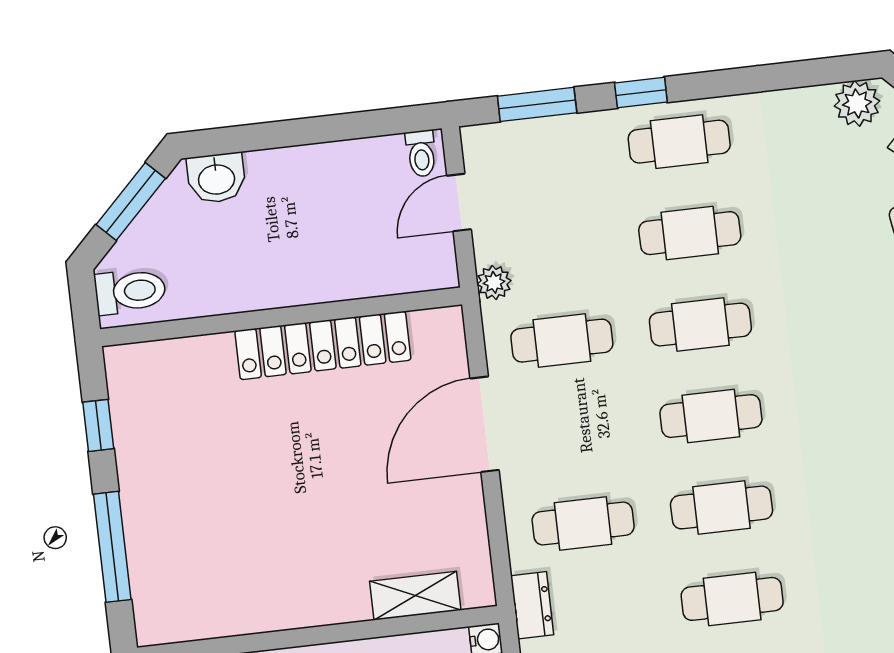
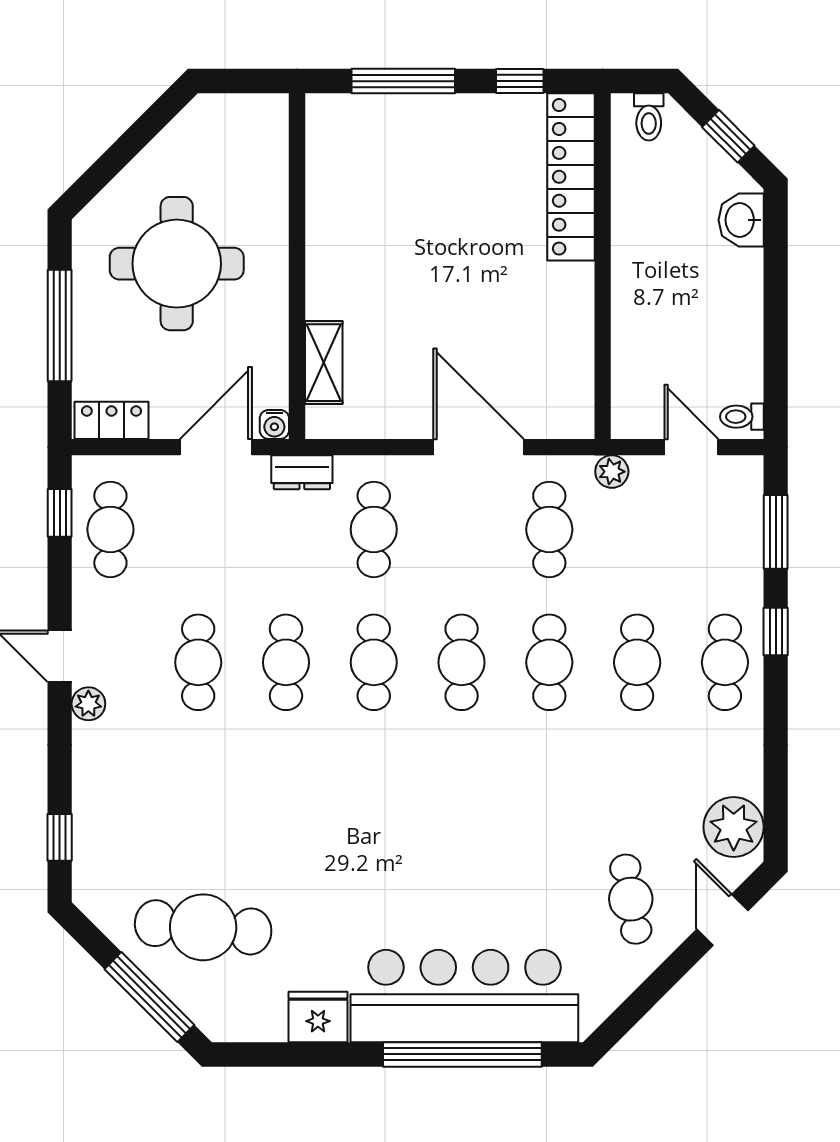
plant: (857, 103) -> (734, 827), width x1.36, depth x1.36
window: (131, 201) -> (728, 136), width x0.67
toilet: (130, 291) -> (649, 117), width x0.73, depth x0.72
locker: (323, 345) -> (571, 177), moved

